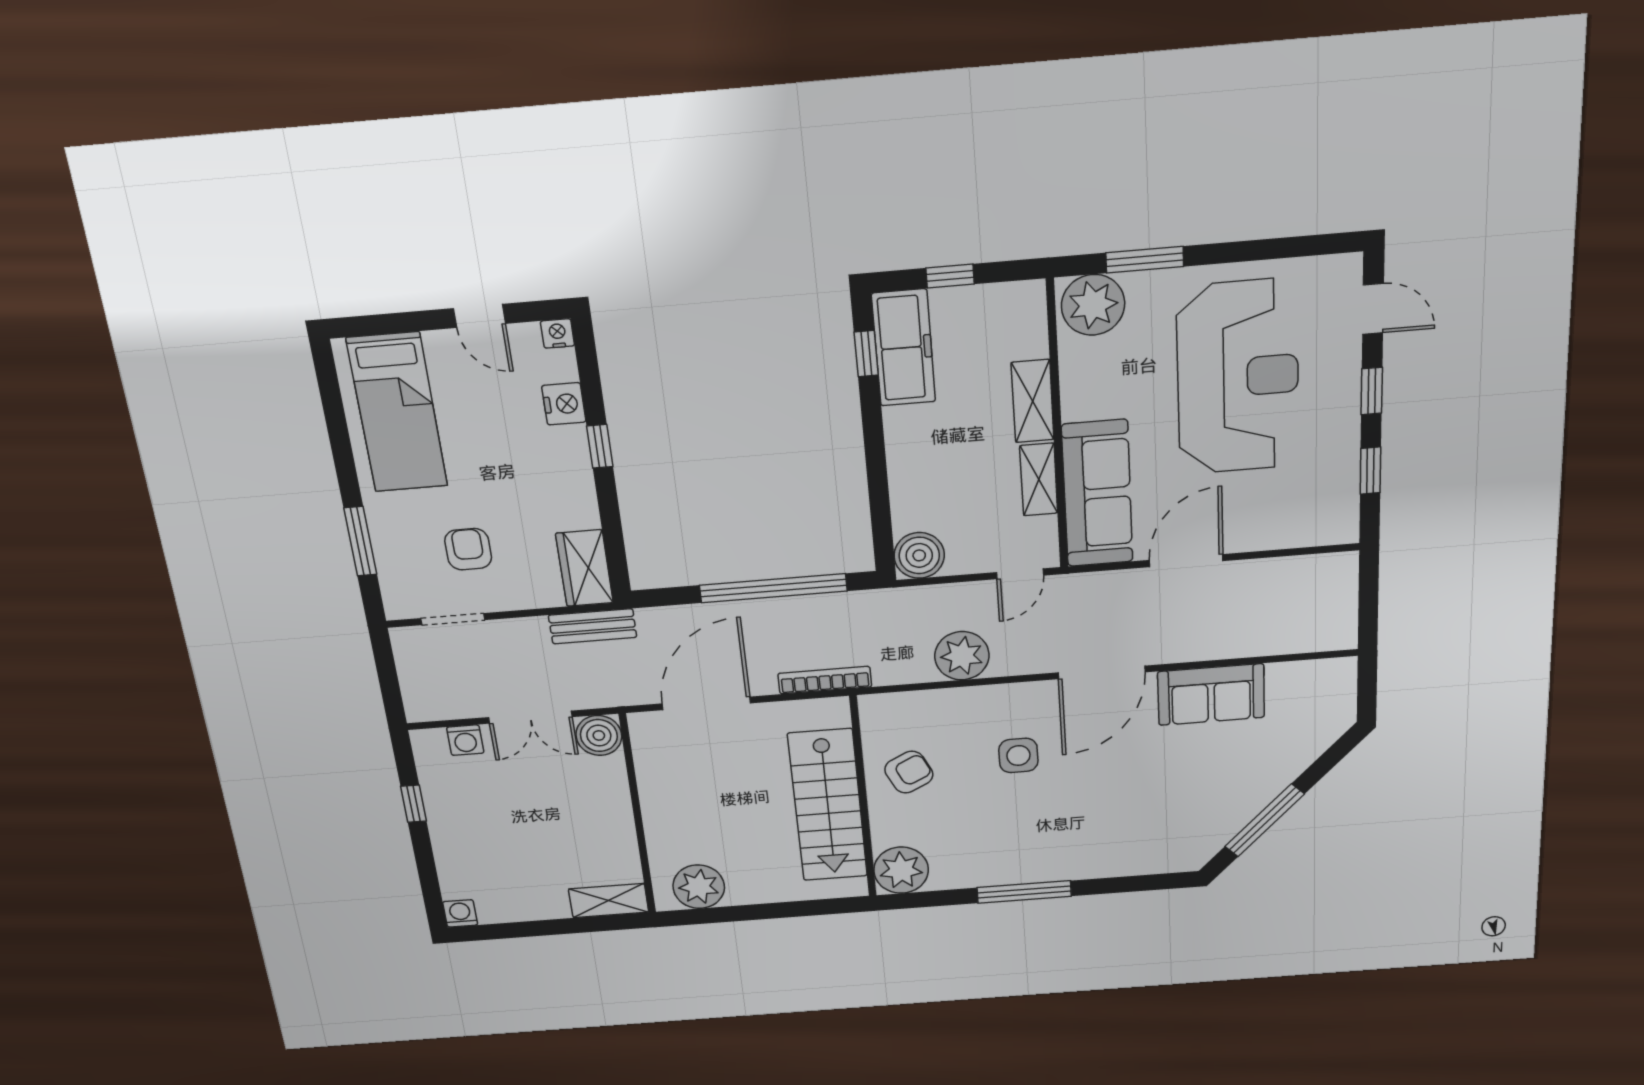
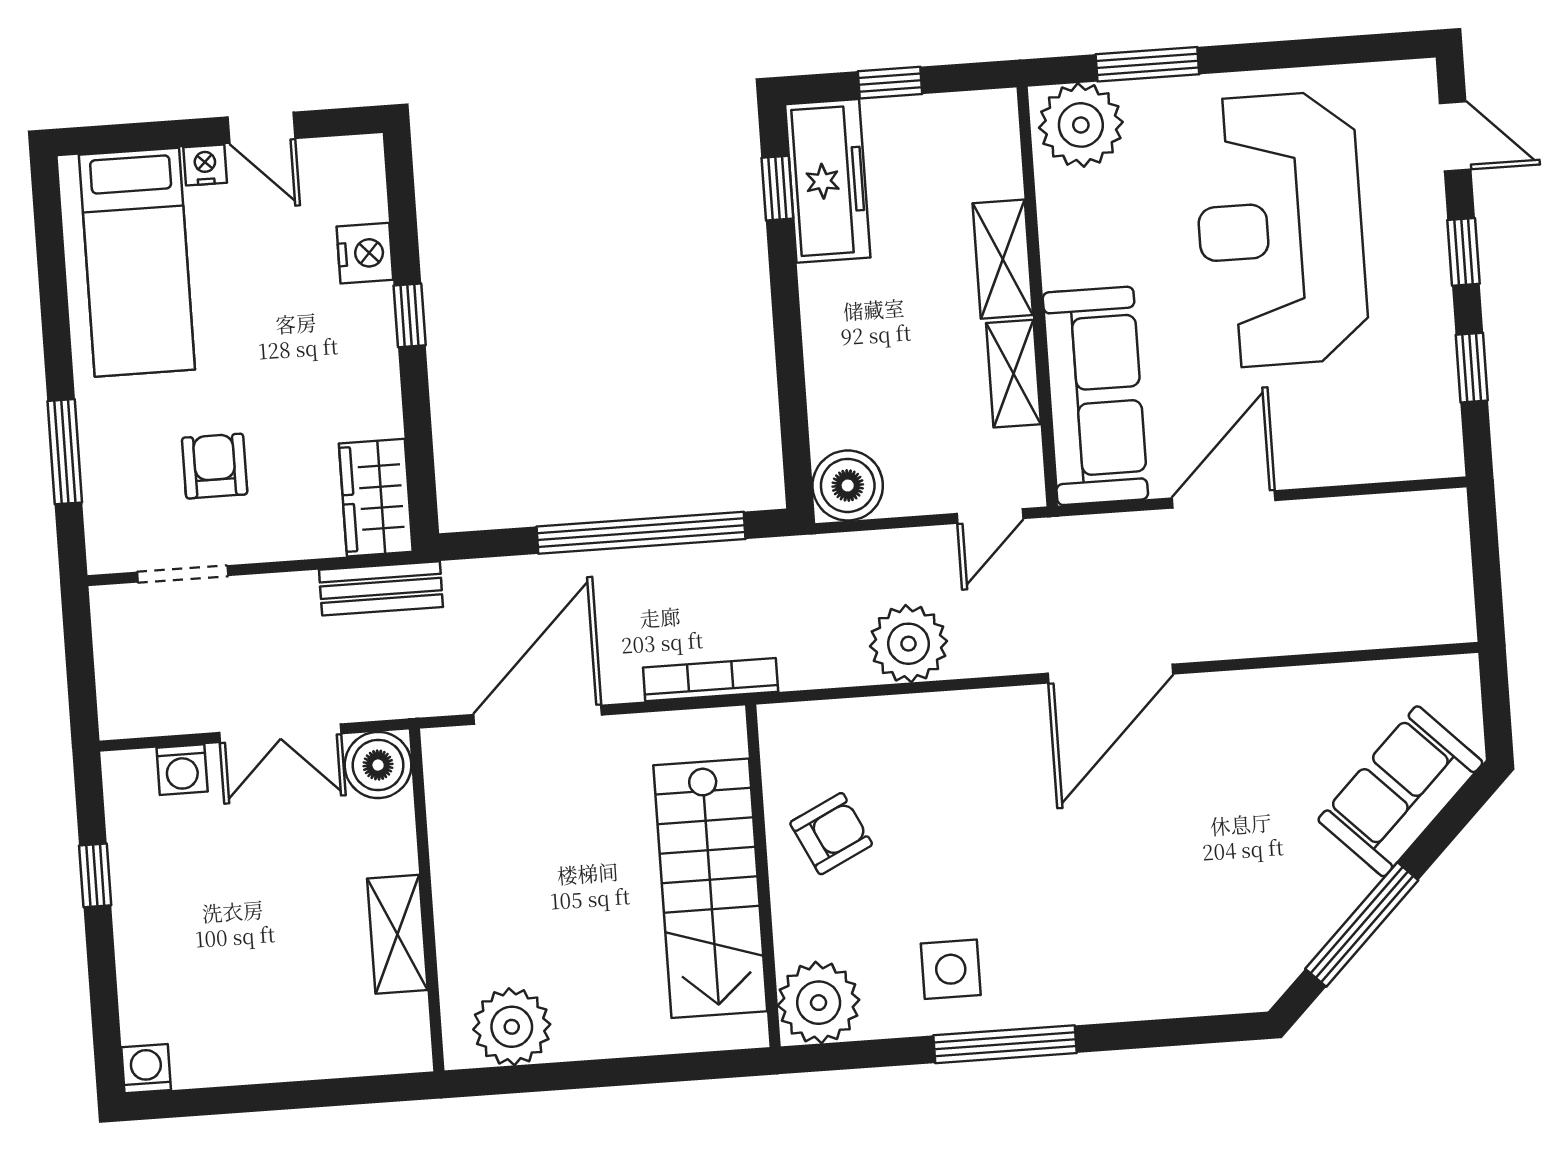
nightstand: (557, 333) -> (205, 165), moved
reception desk: (1238, 377) -> (1280, 229), turned 180
sofa: (1211, 695) -> (1400, 791), moved, turned 135
side table: (1018, 756) -> (951, 969), moved
shelving: (609, 901) -> (397, 934), moved, turned 90

